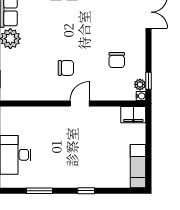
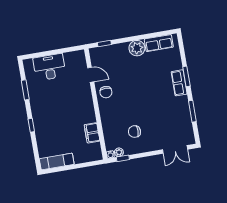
chair: (66, 68) -> (106, 92), moved
door: (80, 104) -> (91, 75), moved
filing cabinet: (133, 115) -> (92, 133), moved

